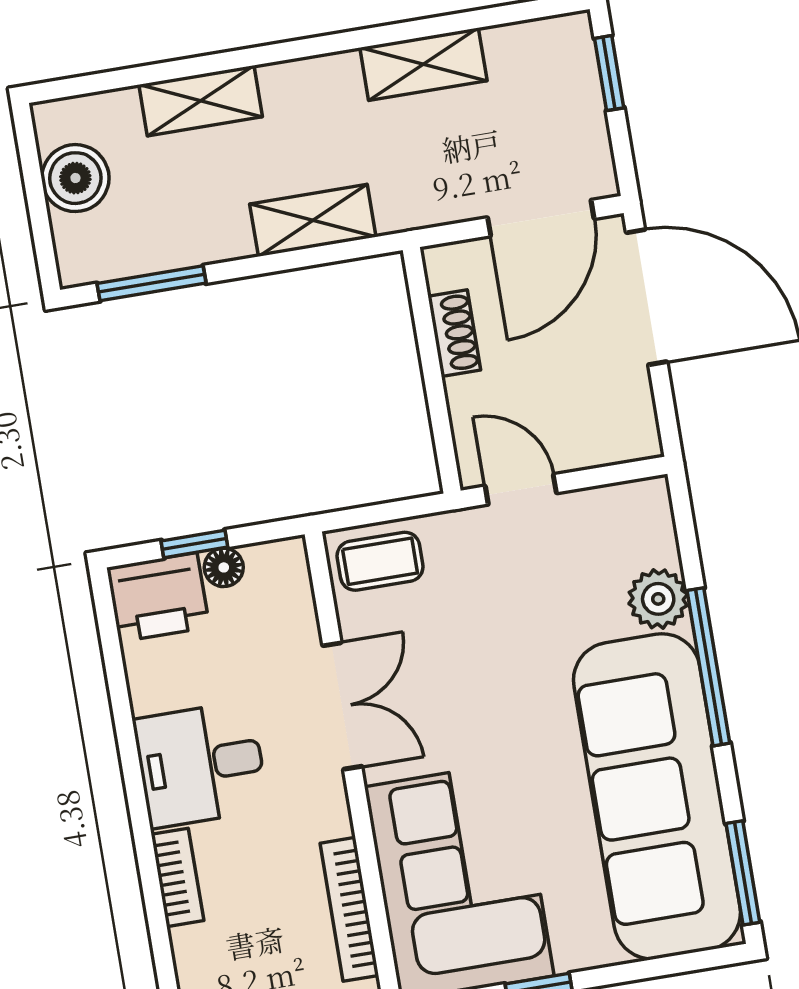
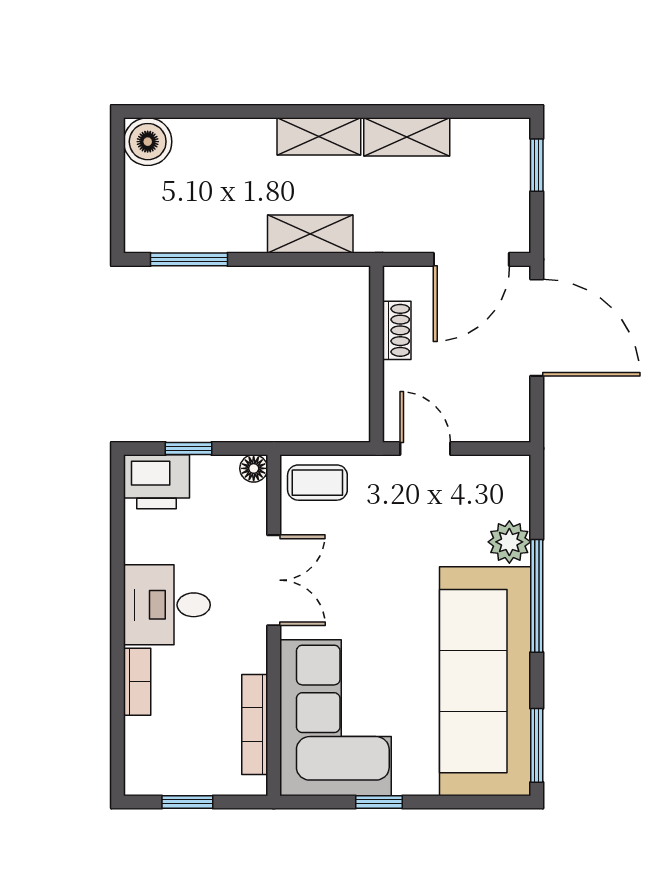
shelving: (201, 101) -> (319, 136), moved
boiler: (75, 178) -> (148, 142), moved
floor lamp: (224, 567) -> (254, 468), moved

